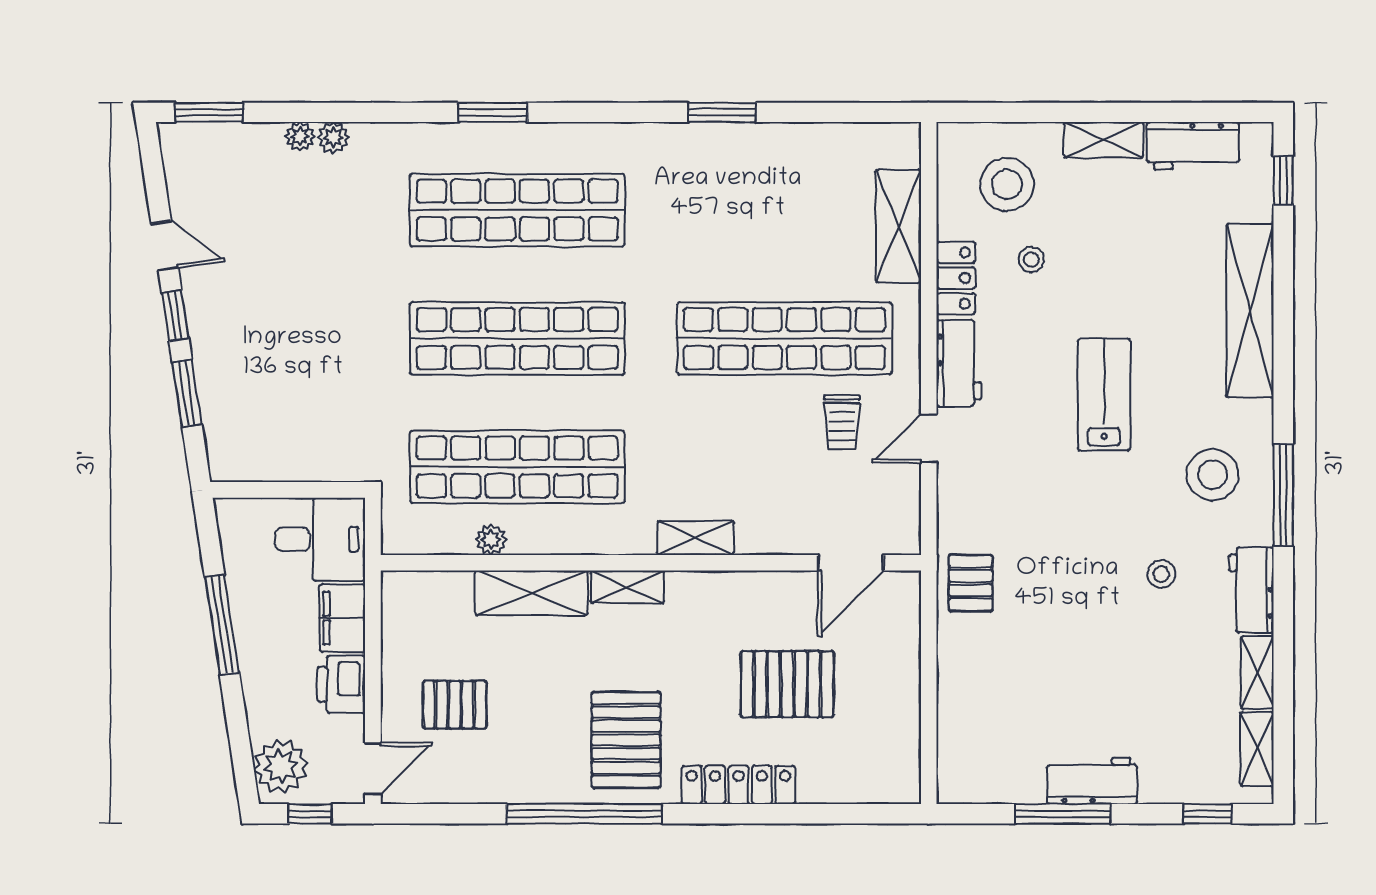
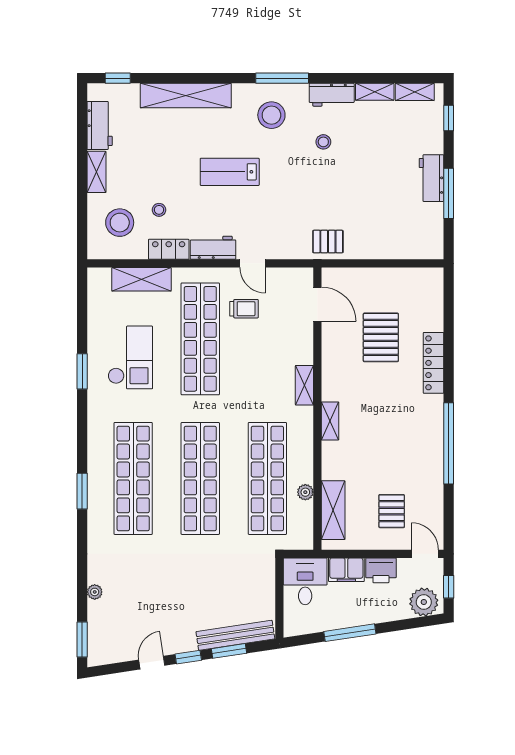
plant: (333, 138) -> (95, 575), removed
checkout: (749, 205) -> (130, 357), added
bench: (217, 406) -> (235, 635), added
shelving: (531, 593) -> (333, 510), moved
pallet: (626, 740) -> (410, 422), removed

